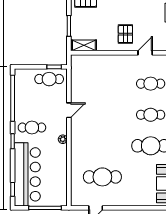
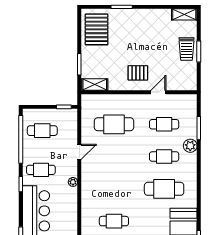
pallet: (125, 34) -> (138, 73), turned 90
cafe table: (49, 79) -> (42, 131), moved
cafe table: (102, 84) -> (114, 124), added
cafe table: (102, 177) -> (114, 221), width x0.73, depth x0.74

